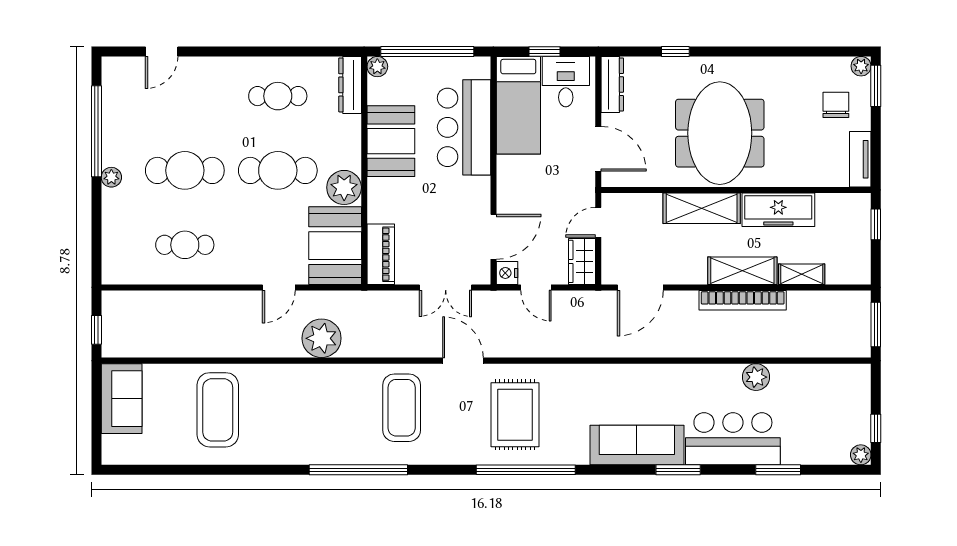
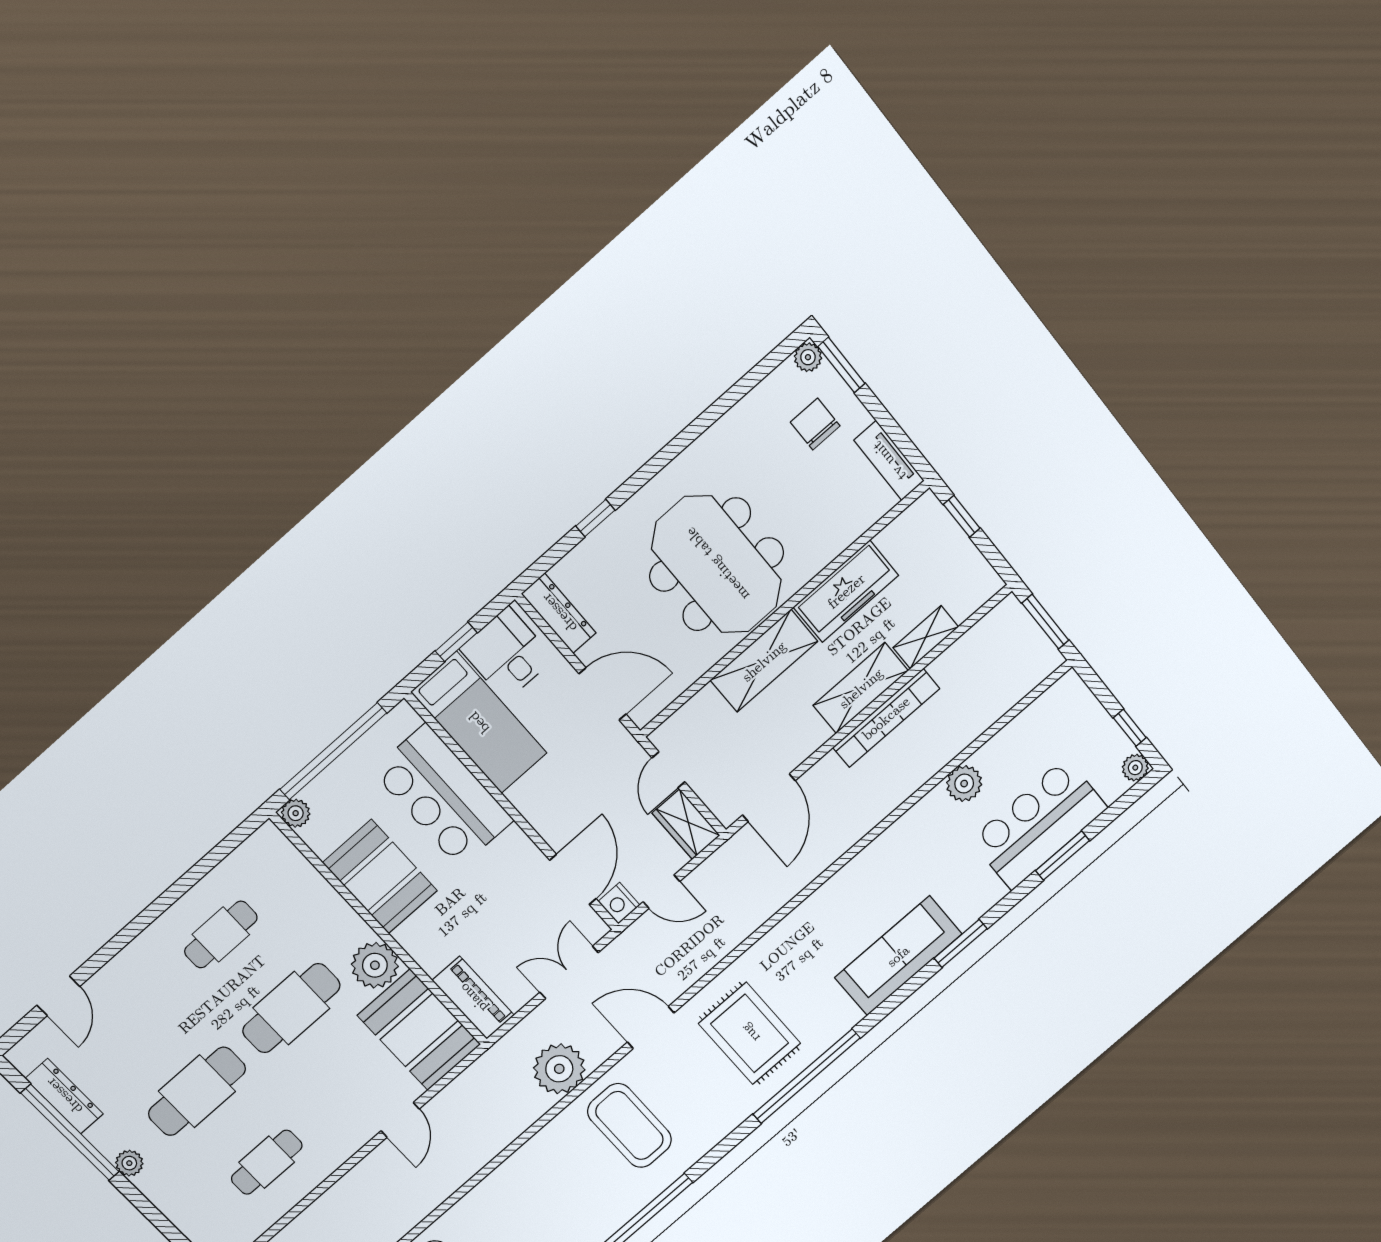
dresser: (350, 85) -> (64, 1096), moved, turned 180
double door: (446, 287) -> (569, 972), swing flipped
plant: (322, 338) -> (559, 1069), moved
bar counter: (733, 439) -> (1039, 824), moved

